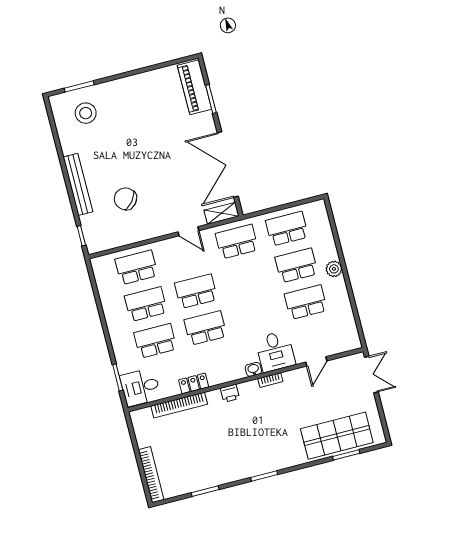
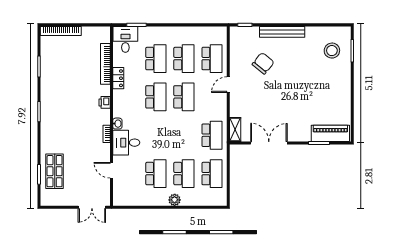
double door: (228, 165) -> (269, 143), width x0.73
door: (188, 231) -> (228, 85), moved
shop shelf: (337, 436) -> (55, 171), width x0.70, depth x0.74

